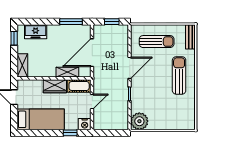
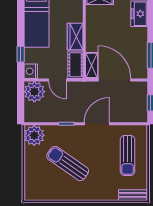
door: (130, 68) -> (97, 124), swing flipped
shelving: (67, 72) -> (92, 65), moved
sun lounger: (179, 75) -> (68, 163), moved, turned -145
plant: (102, 121) -> (34, 92), added

